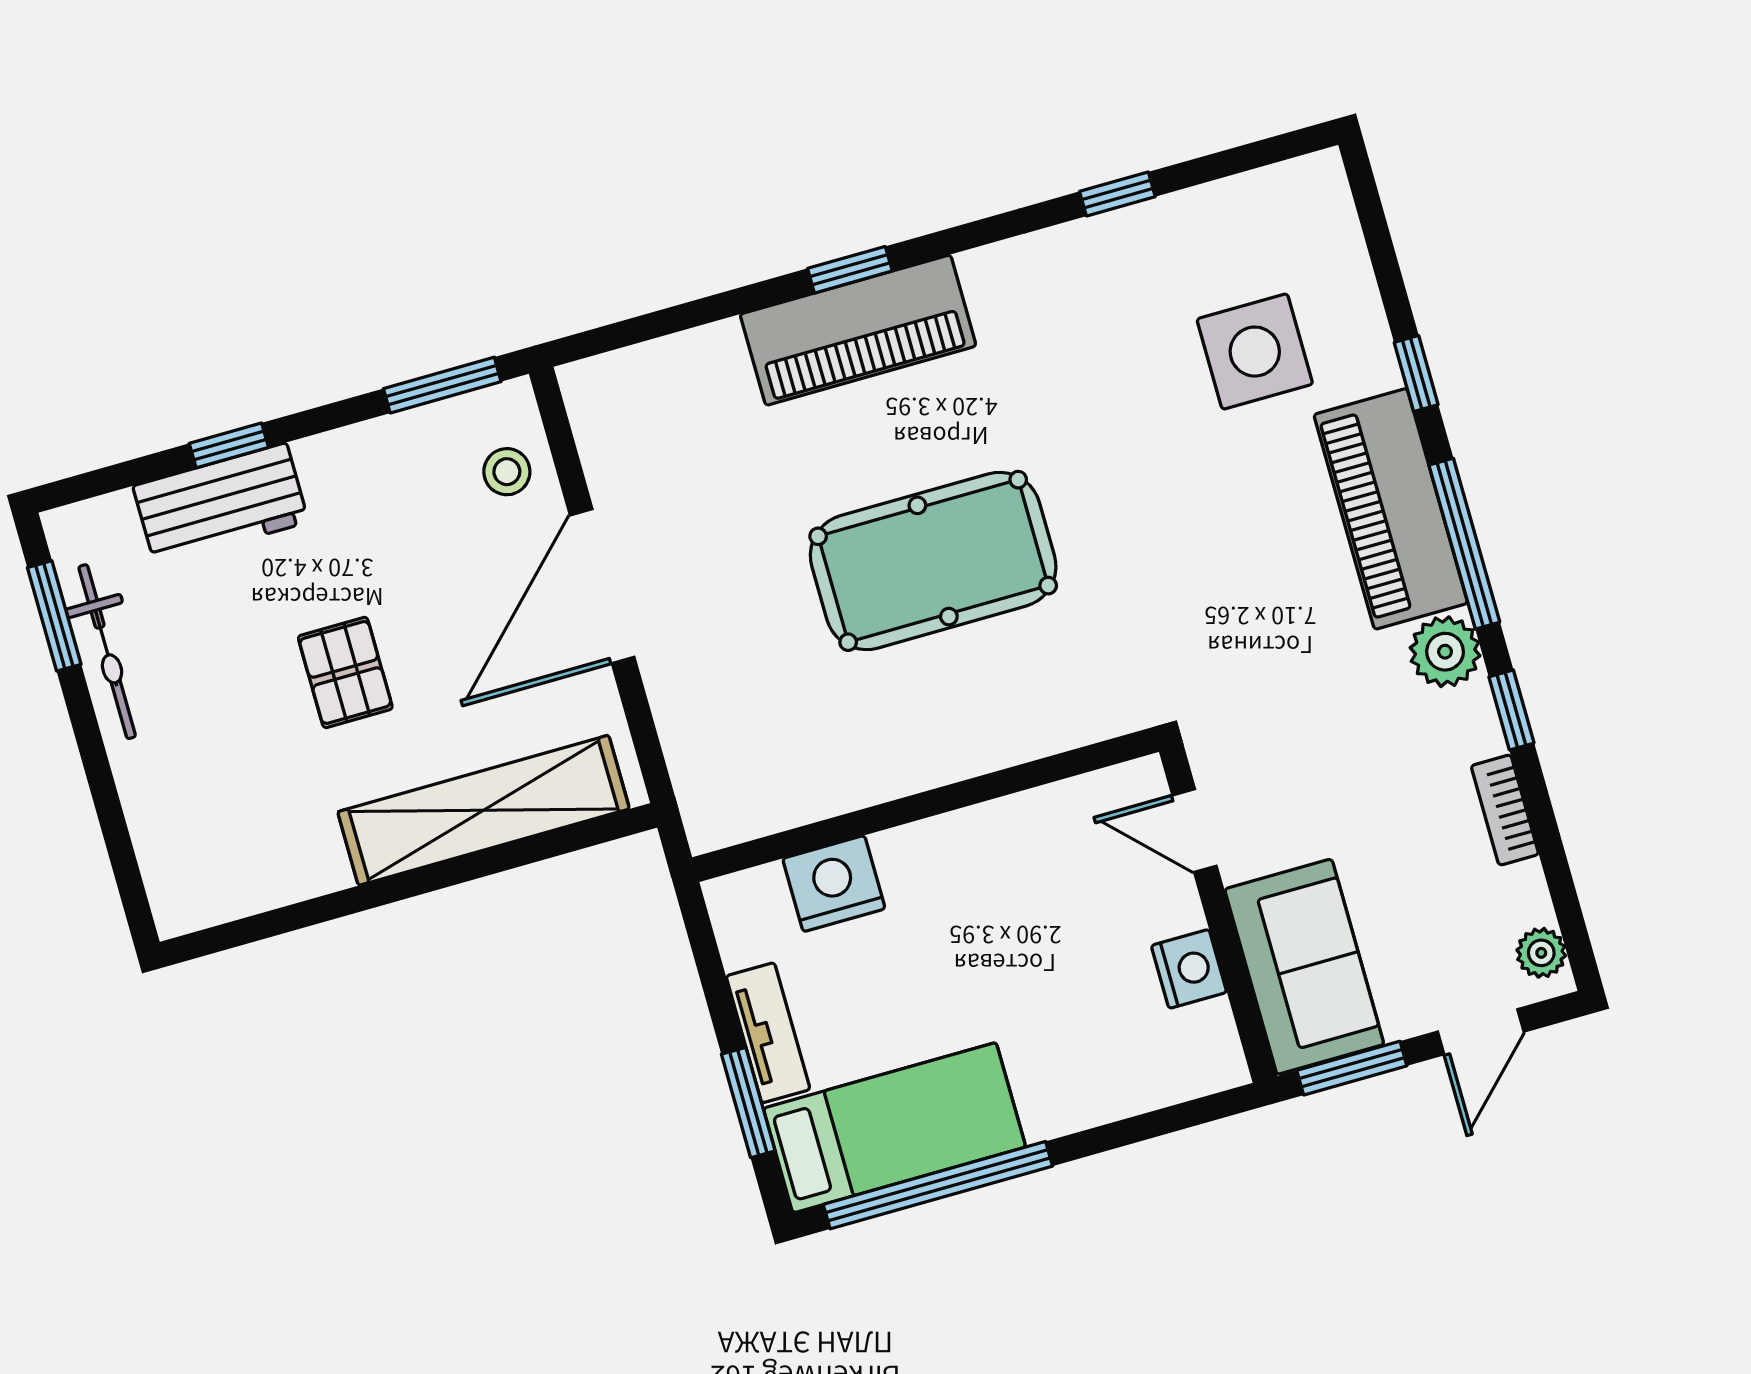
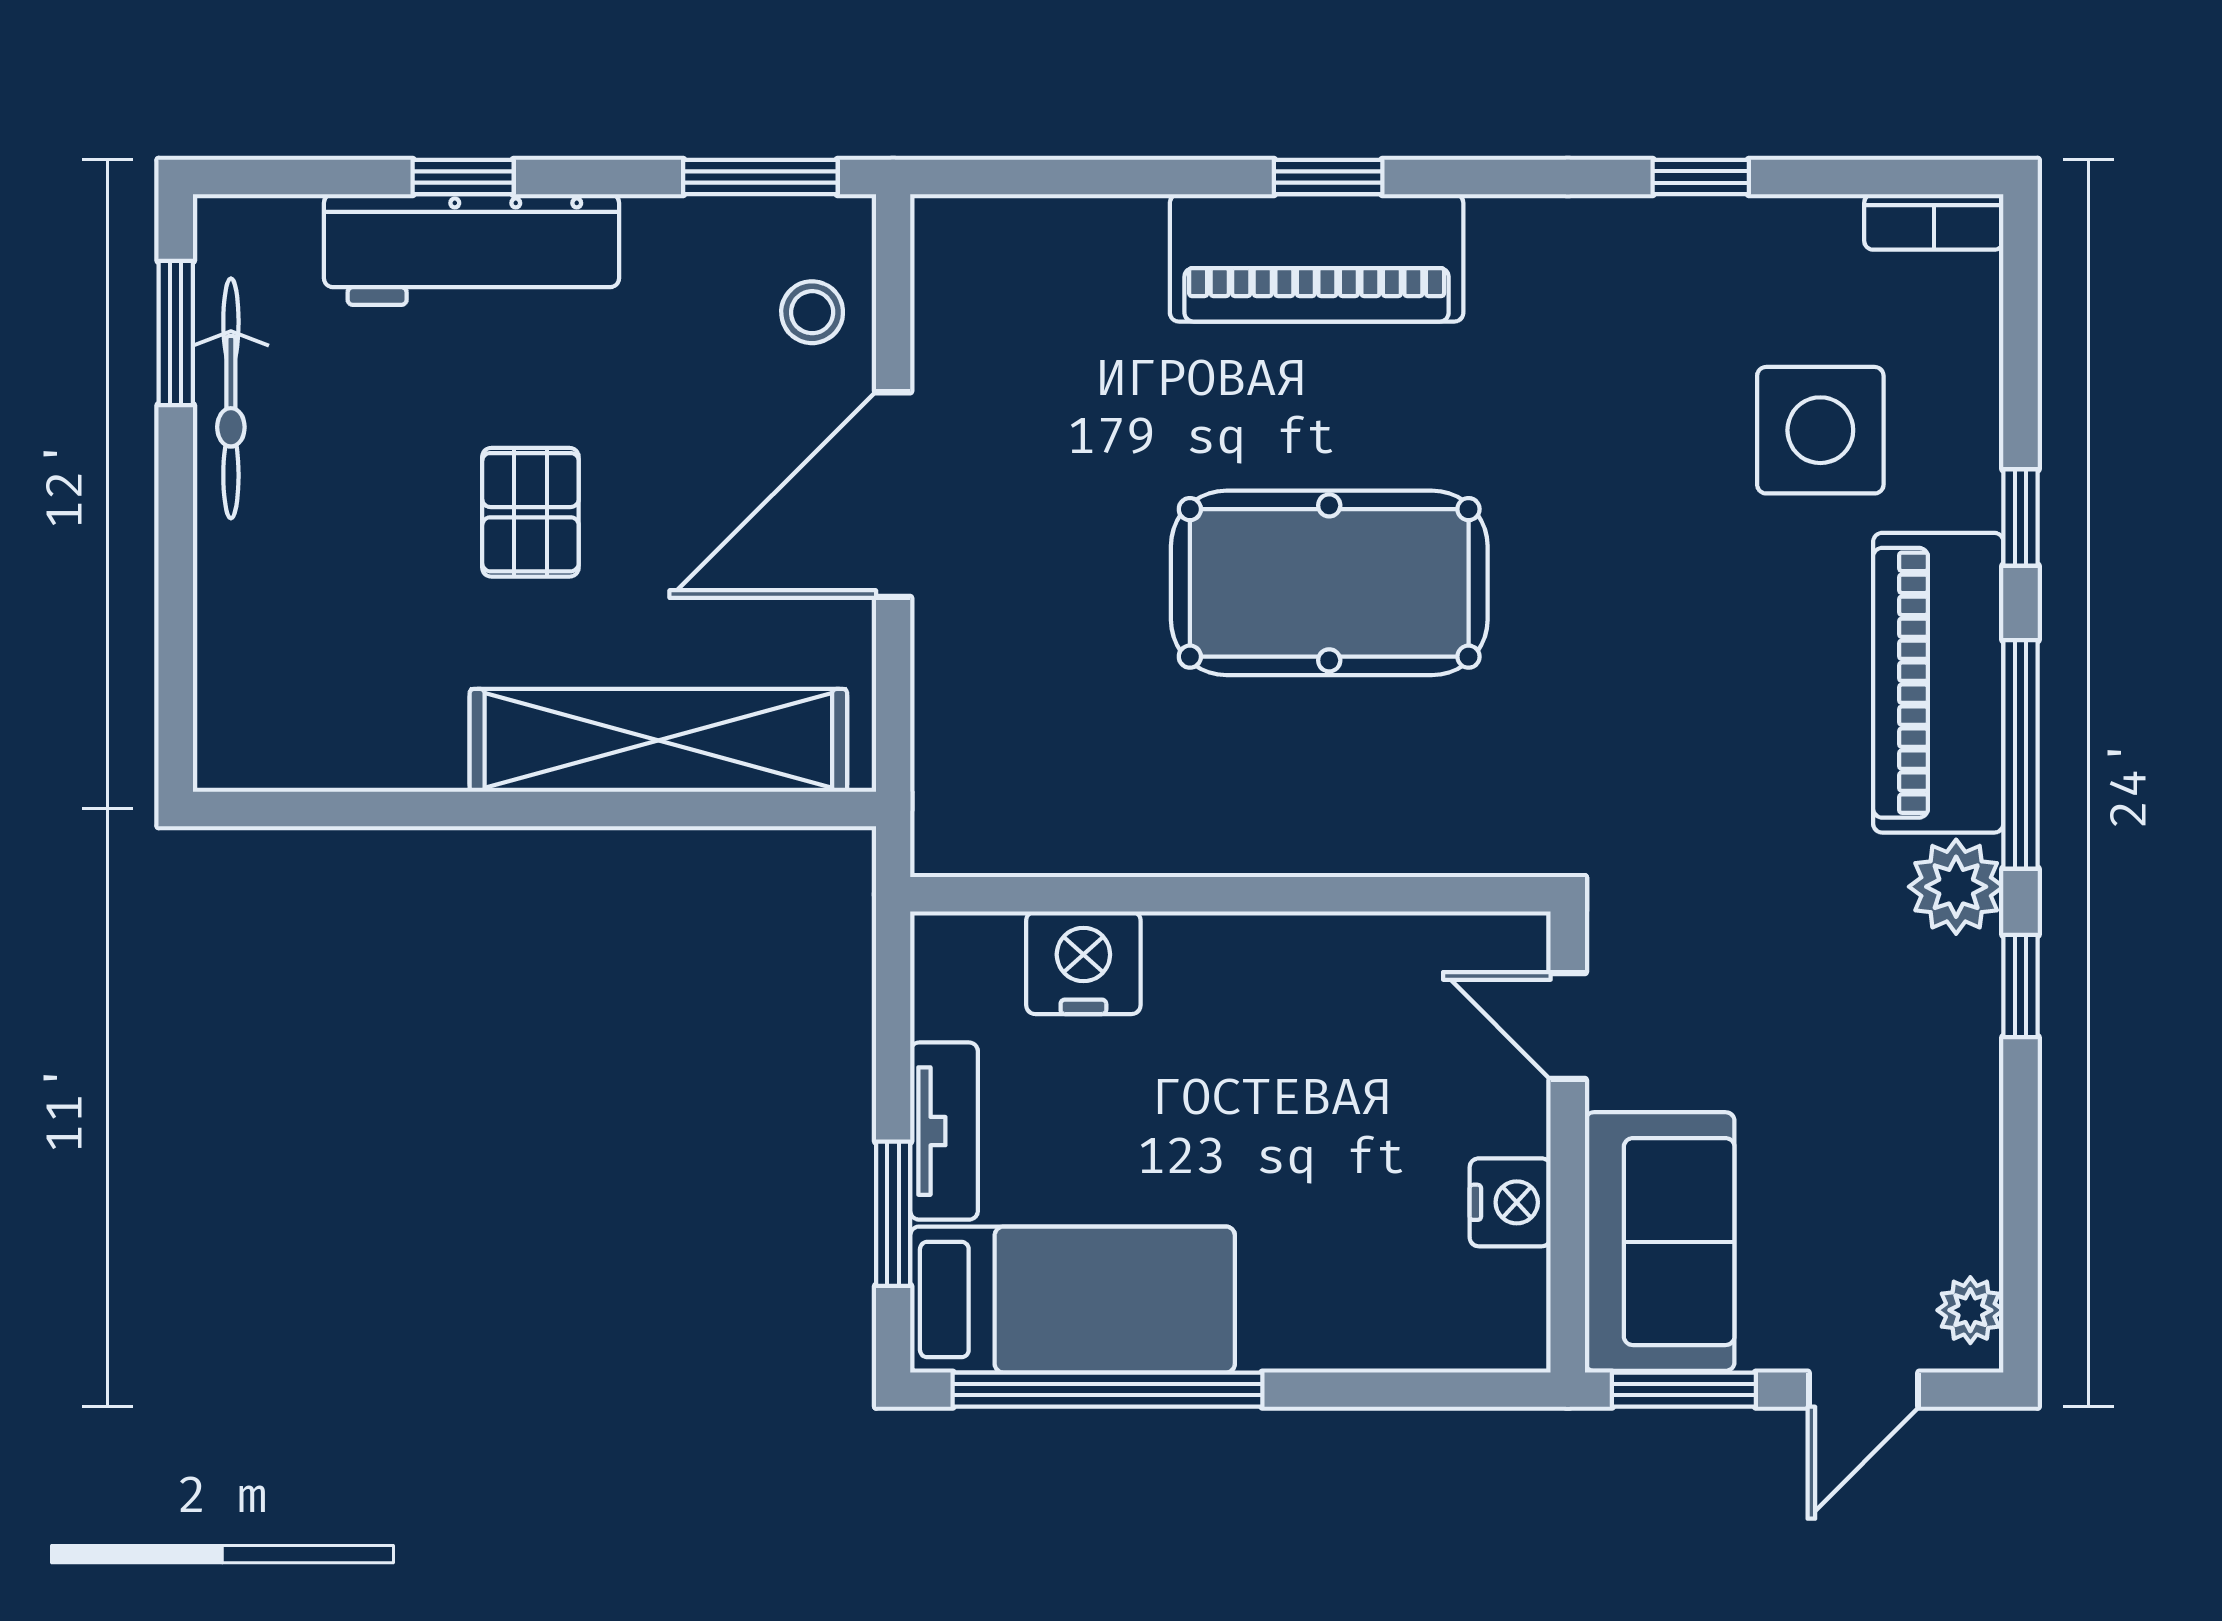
workbench: (221, 504) -> (472, 249), width x1.37
bookcase: (1505, 810) -> (1934, 222), moved, turned -90

